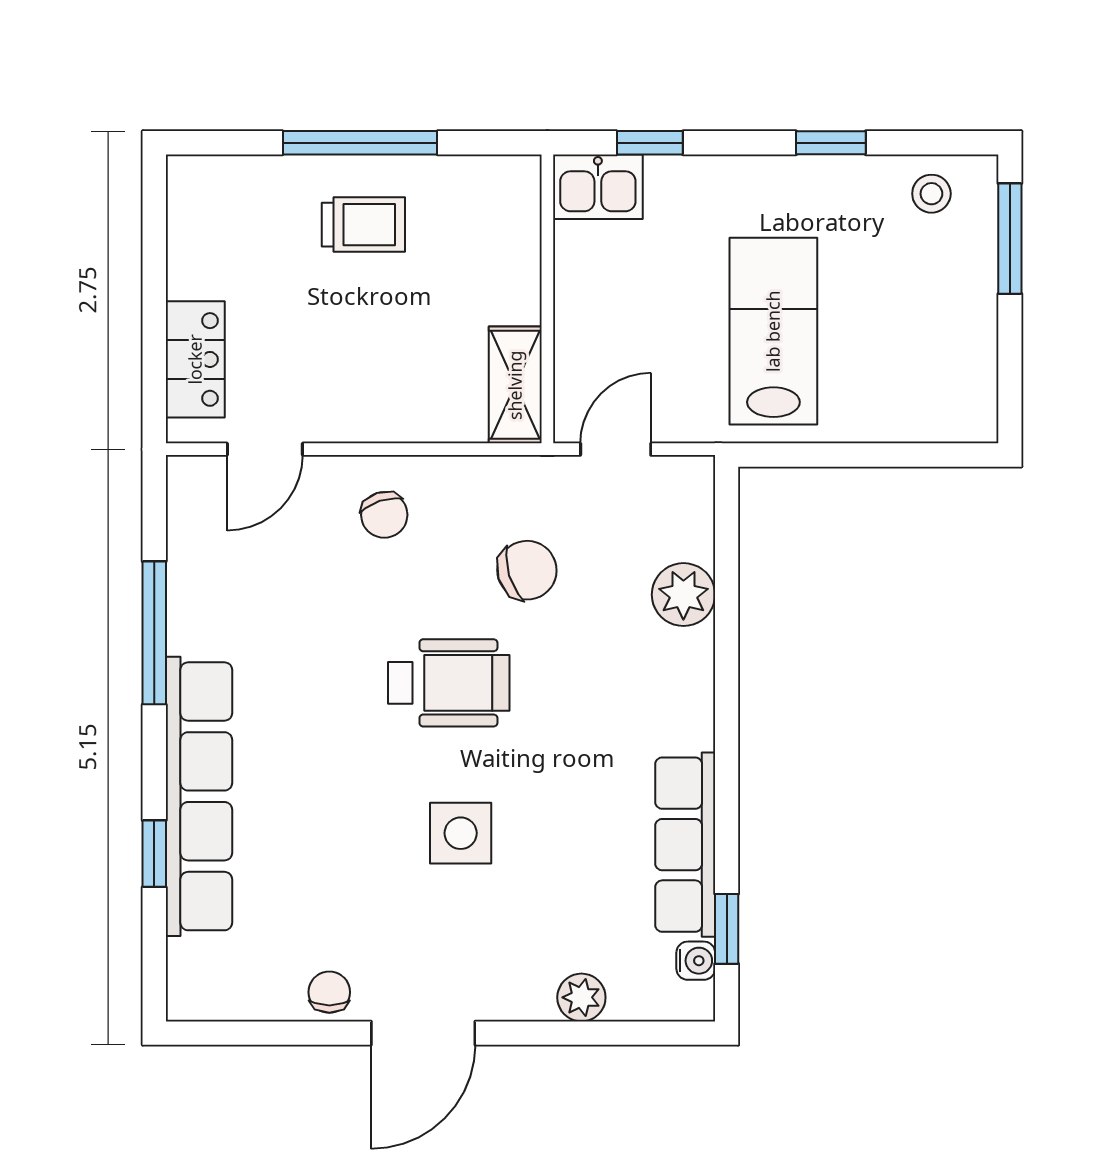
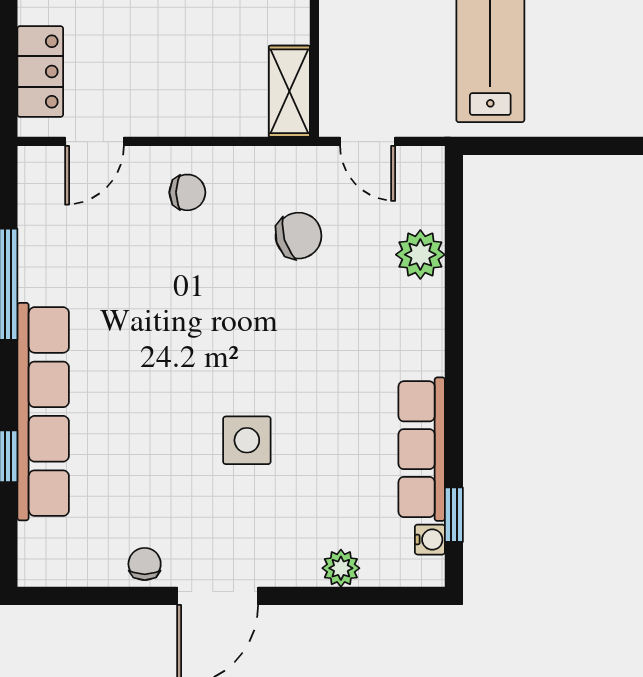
door: (616, 449) -> (368, 141), swing flipped
chair: (384, 515) -> (187, 192), turned -72
wheelchair: (449, 683) -> (238, 323), removed

